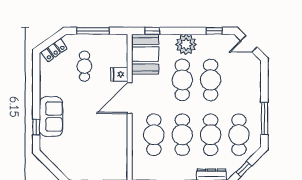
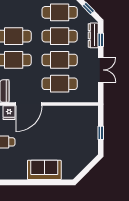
door: (130, 98) -> (29, 104), hinge flipped
window: (36, 127) -> (53, 182), removed

